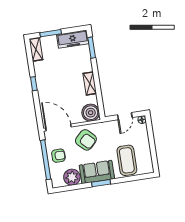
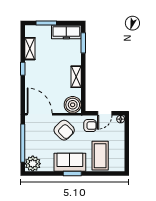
shelving: (36, 49) -> (30, 49), moved
armchair: (58, 156) -> (90, 126), moved
plant: (72, 177) -> (33, 164), moved

